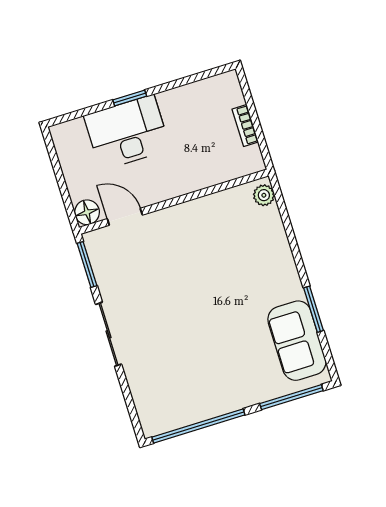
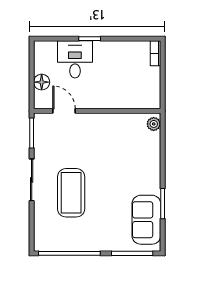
bookcase: (245, 125) -> (155, 53), moved
desk: (127, 133) -> (75, 59), width x0.73
floor lamp: (87, 212) -> (42, 82), moved
coffee table: (173, 335) -> (71, 193), added

